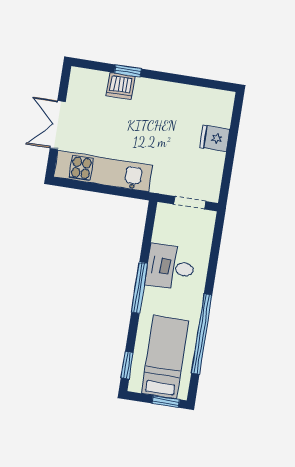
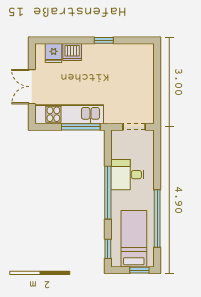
window: (128, 71) -> (104, 40), moved
fridge: (215, 138) -> (54, 53), moved, turned -90
window: (116, 191) -> (81, 127), added
window: (139, 288) -> (108, 193), width x1.46

